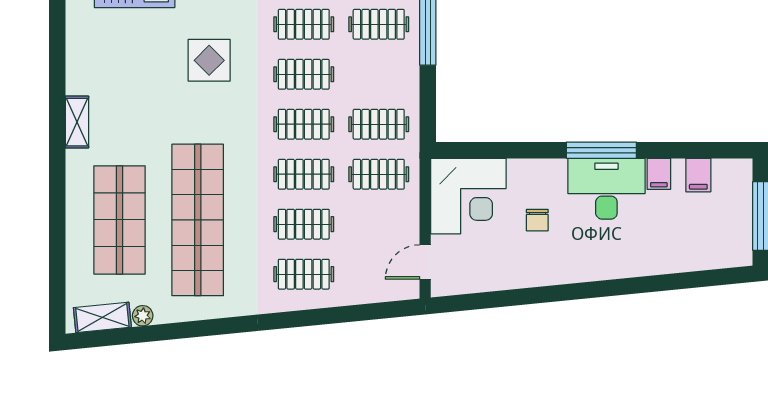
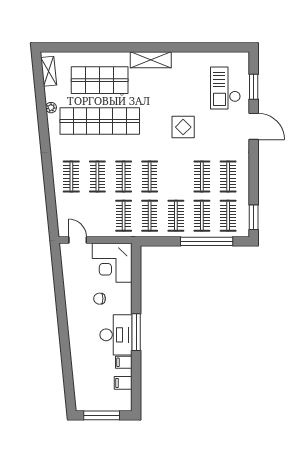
clothes rail: (304, 74) -> (176, 216), moved
shelving: (77, 122) -> (151, 60), width x1.50, depth x1.33
plant: (143, 316) -> (51, 108), moved

